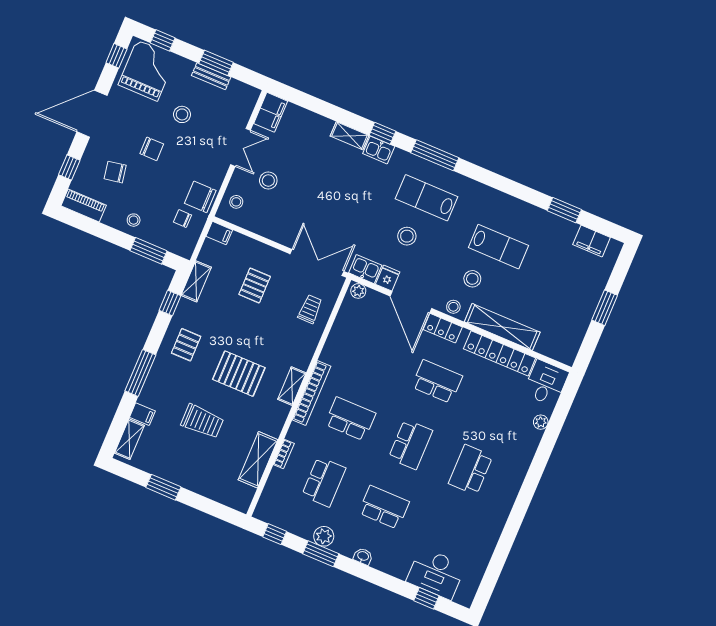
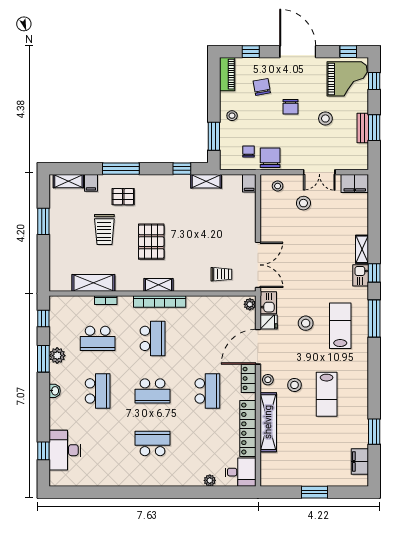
pallet: (255, 285) -> (221, 226), removed
pallet: (186, 345) -> (123, 197), moved

